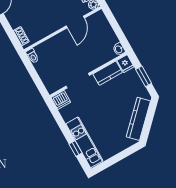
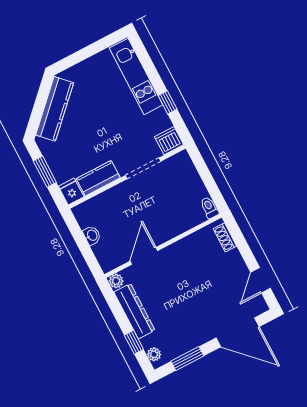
washbasin: (119, 49) -> (92, 235), moved
window: (75, 148) -> (168, 102), moved

